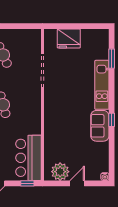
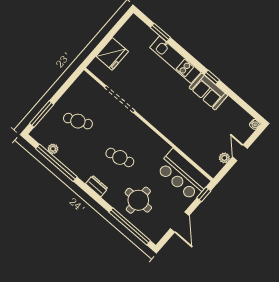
plant: (60, 172) -> (224, 158), width x0.53, depth x0.53

